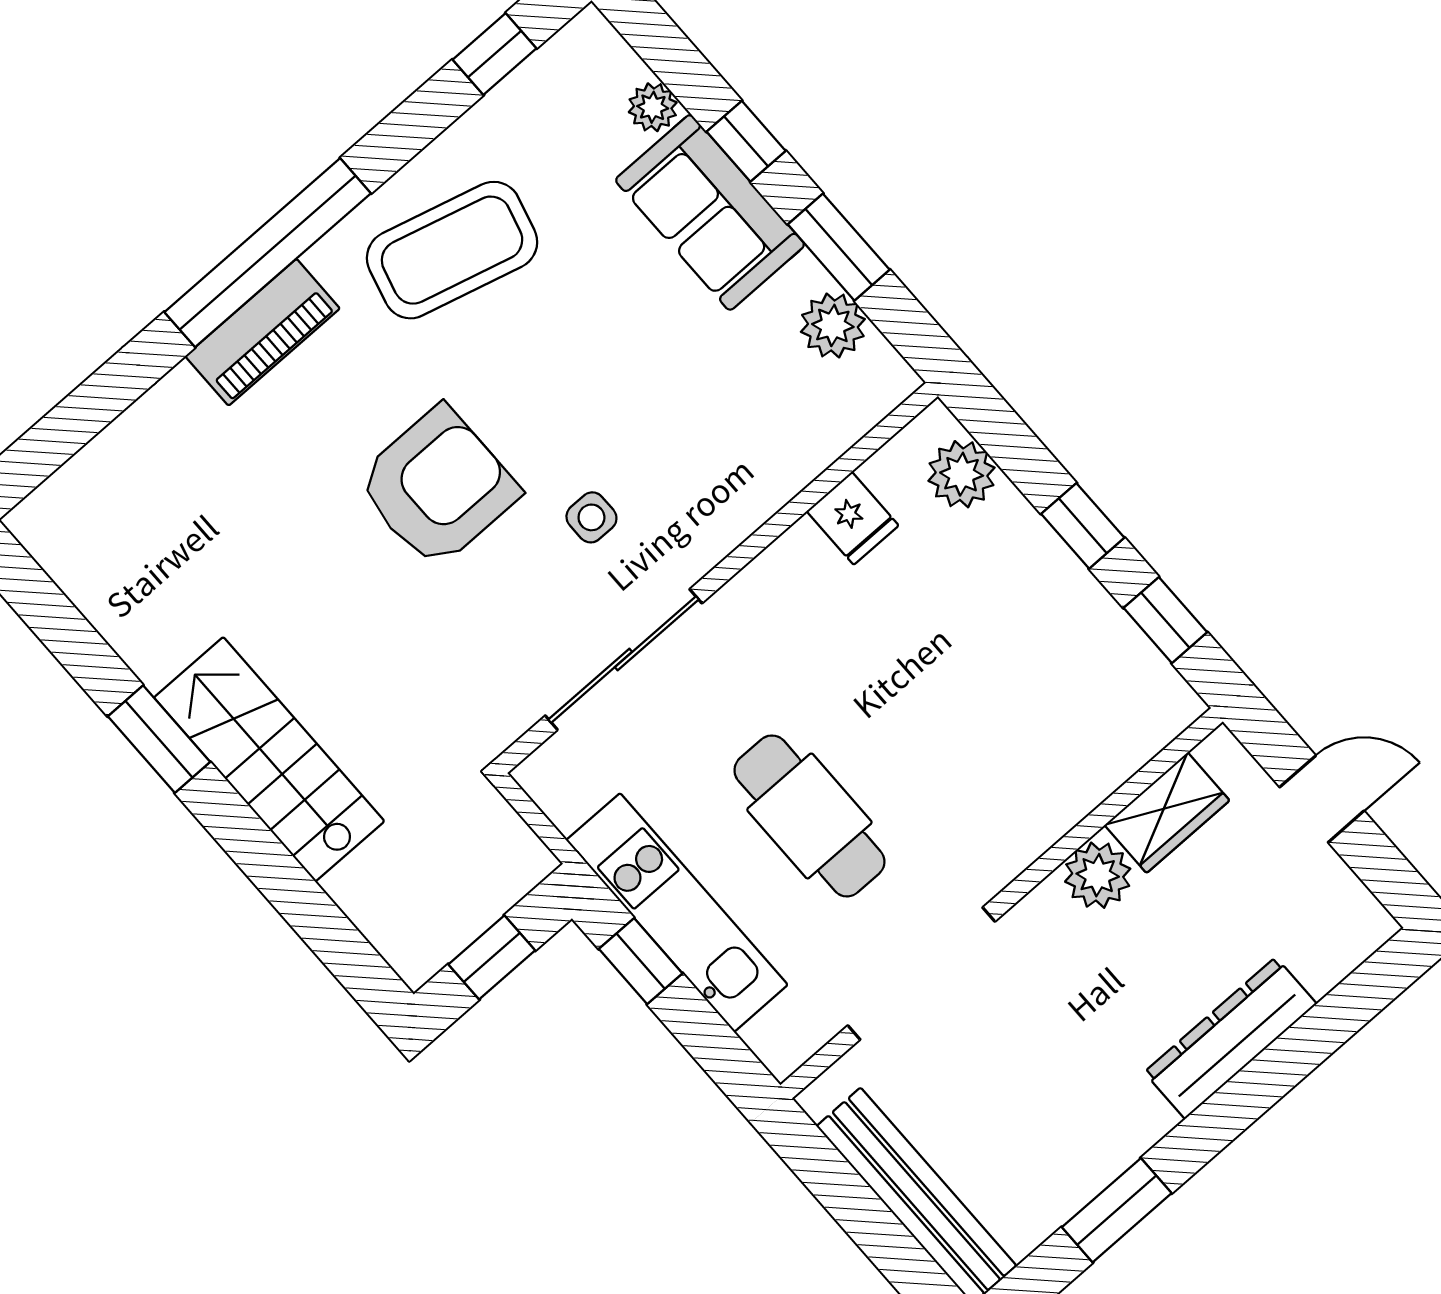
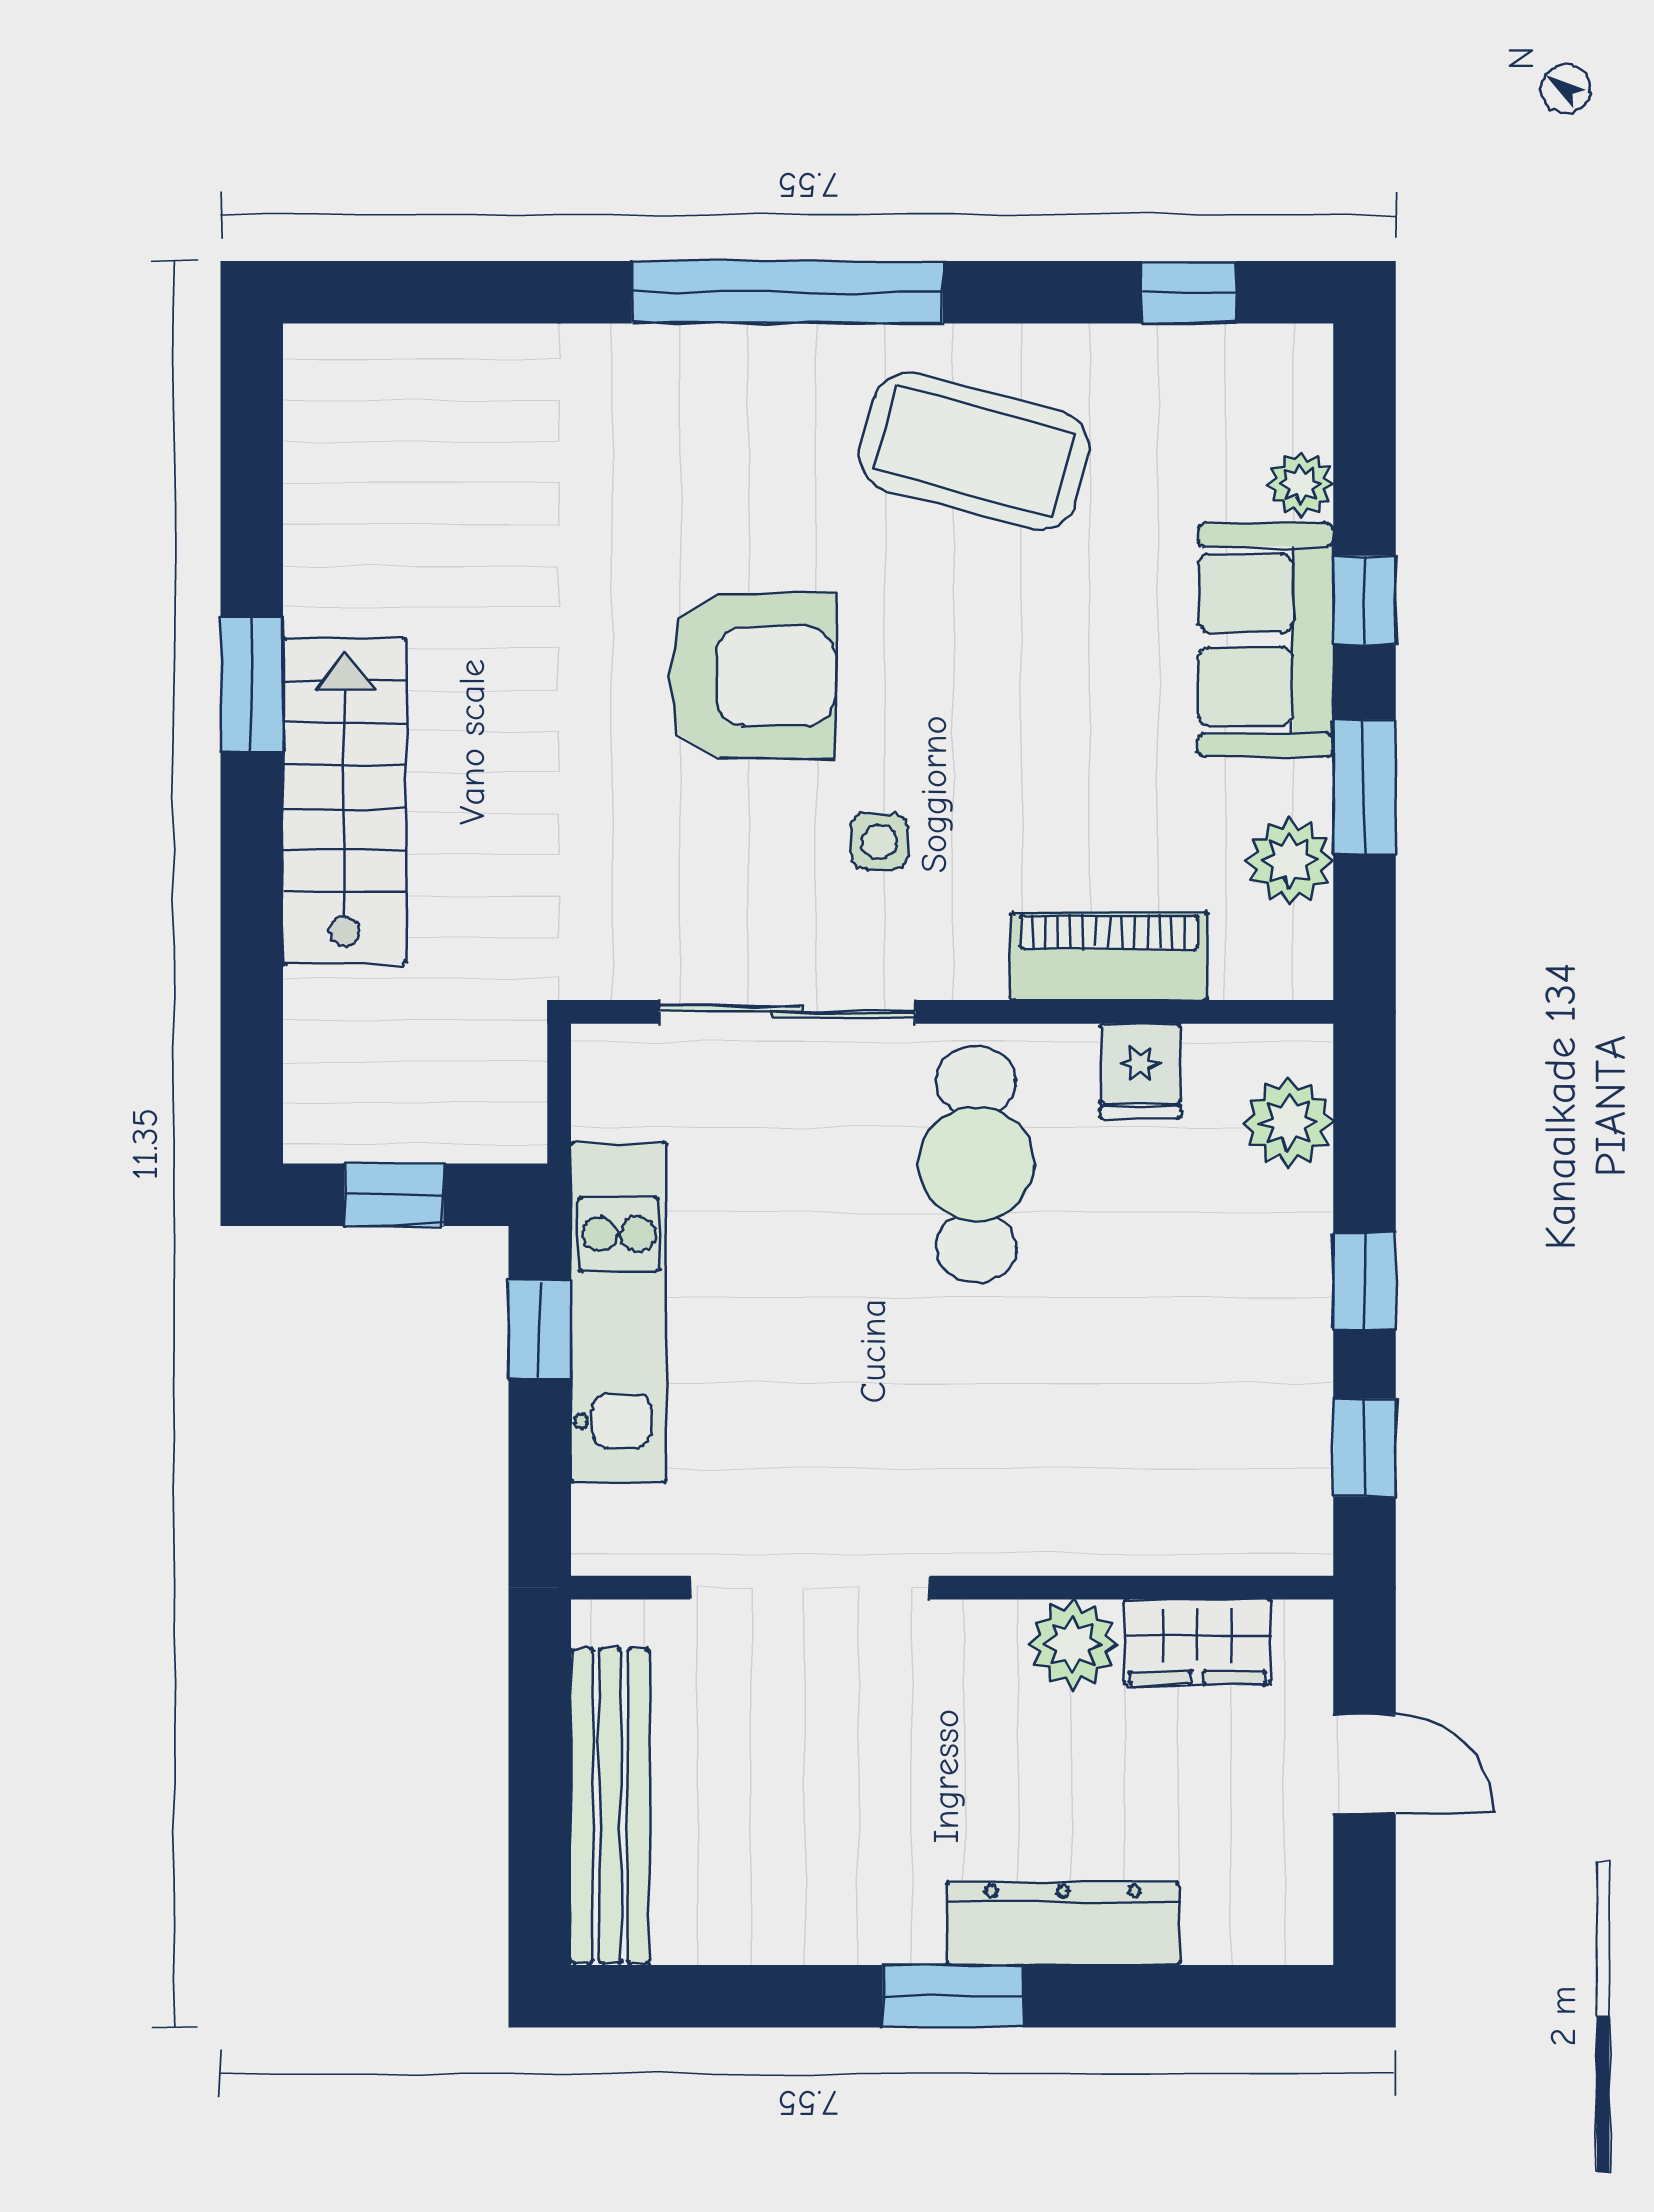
piano: (263, 332) -> (1109, 956), moved, turned 180
cafe table: (809, 816) -> (976, 1164), moved
window: (1117, 1210) -> (953, 1996), moved

